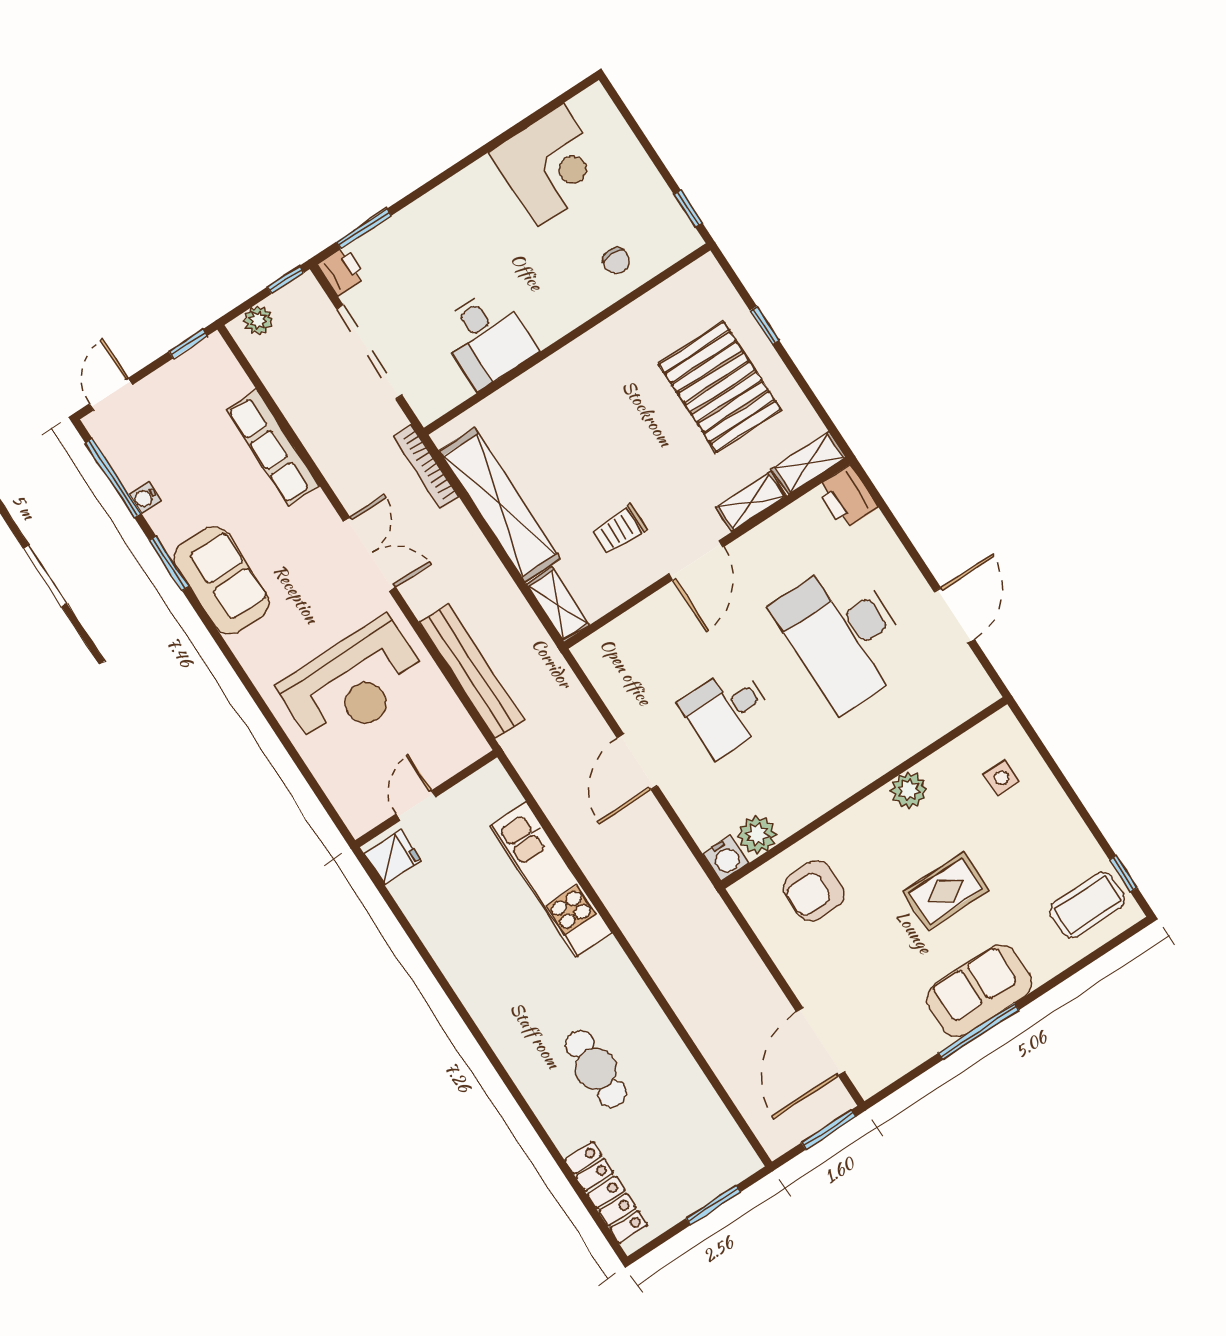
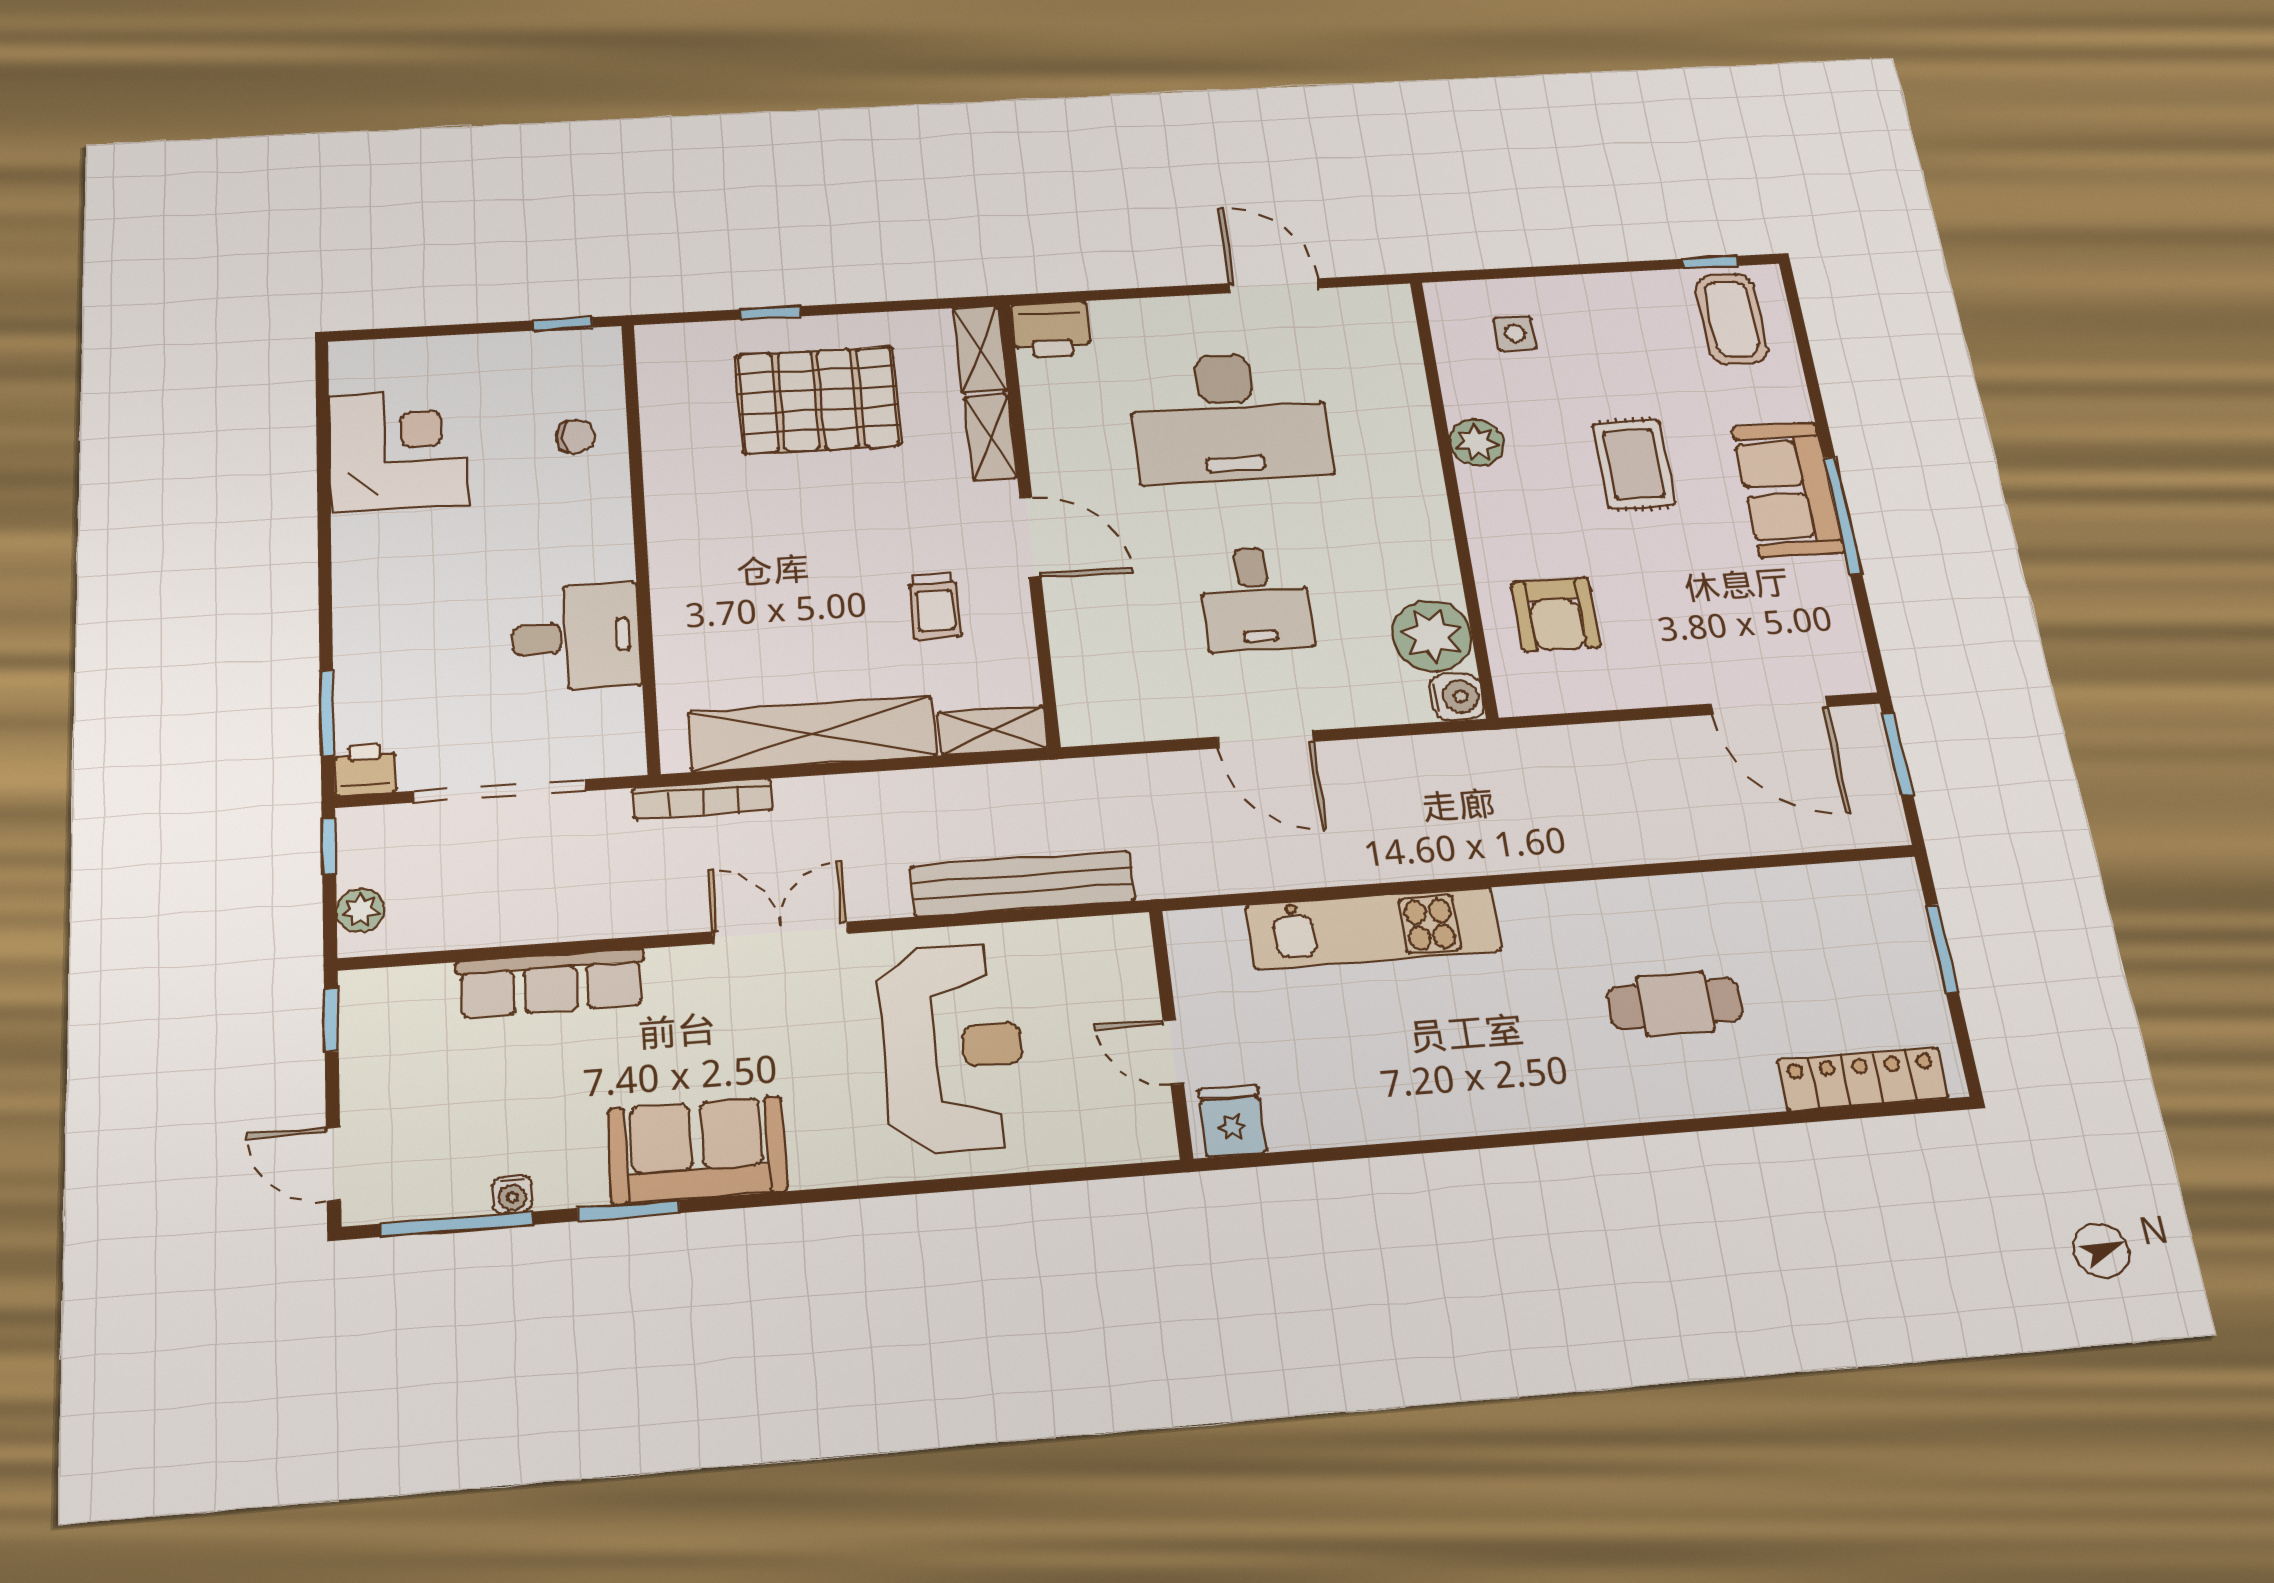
plant: (757, 835) -> (1432, 636), width x1.36, depth x1.36

